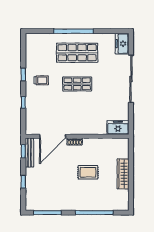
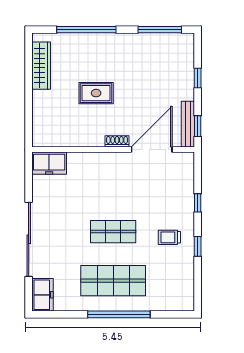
wardrobe: (123, 174) -> (41, 66), moved

